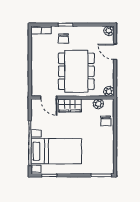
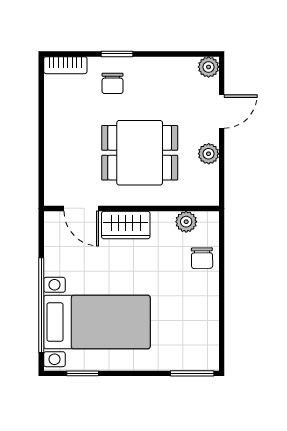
door: (115, 52) -> (222, 112), swing flipped
dining table: (76, 71) -> (140, 153), width x0.73
plant: (109, 91) -> (209, 154), moved

